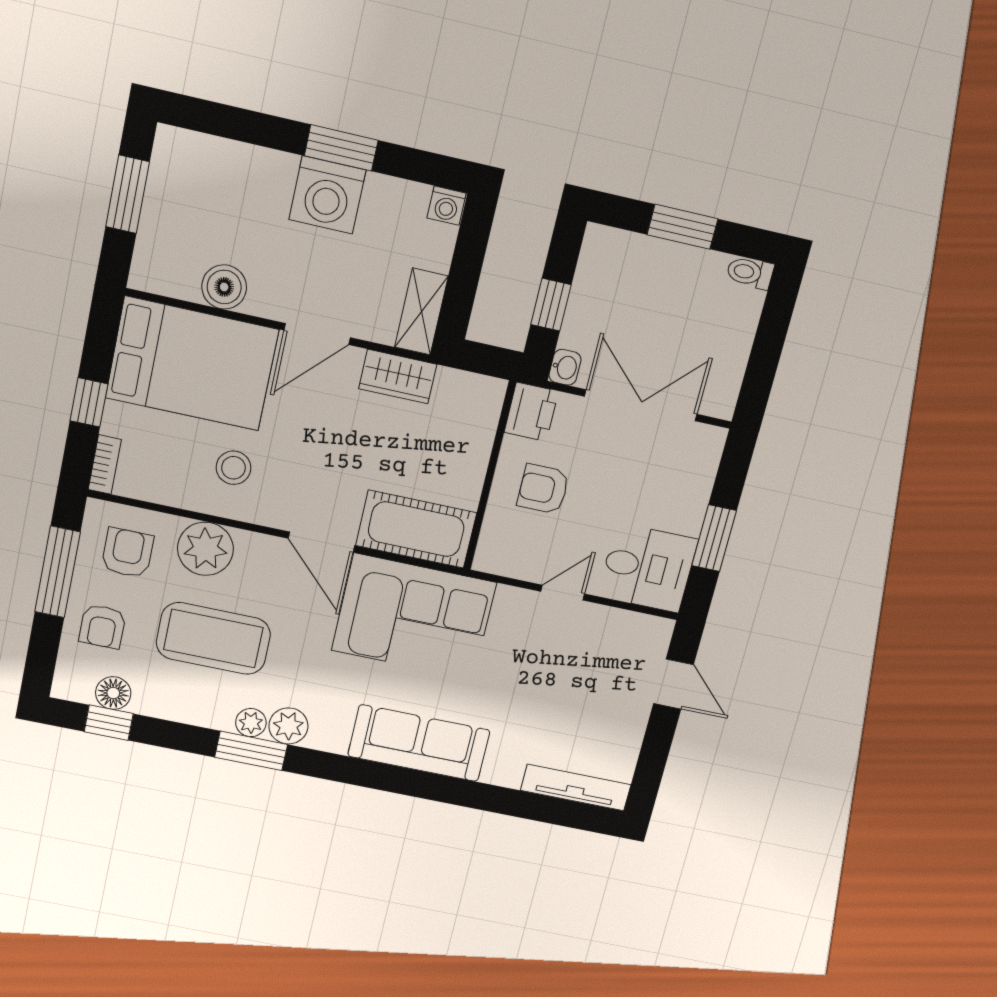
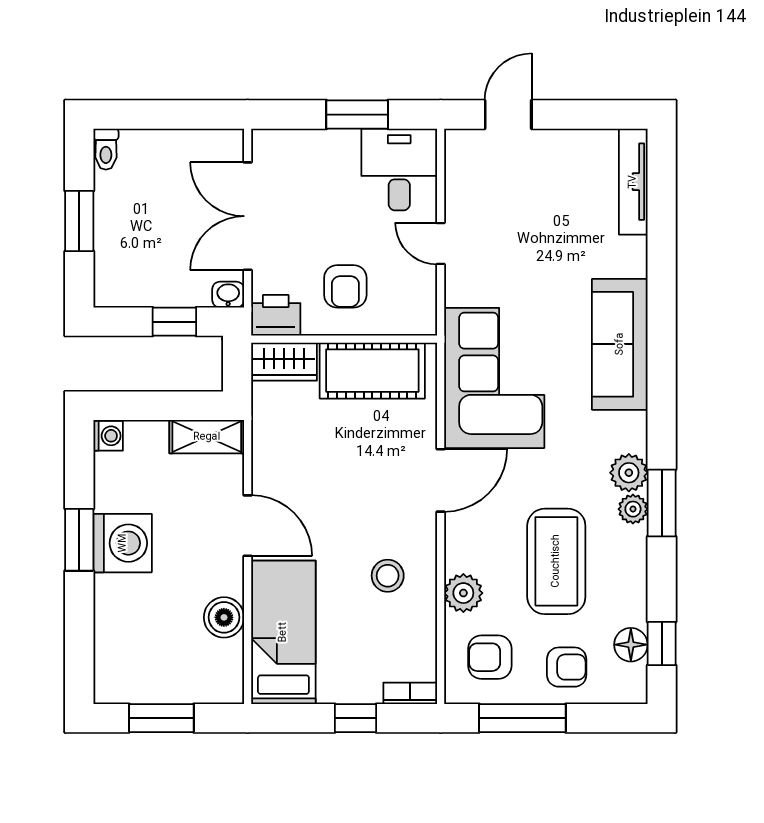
bed: (192, 364) -> (283, 632), width x0.67
wardrobe: (398, 377) -> (284, 362), moved, turned 90
cot: (416, 529) -> (372, 371), moved, turned 90
plant: (205, 549) -> (463, 593), width x0.73, depth x0.73

